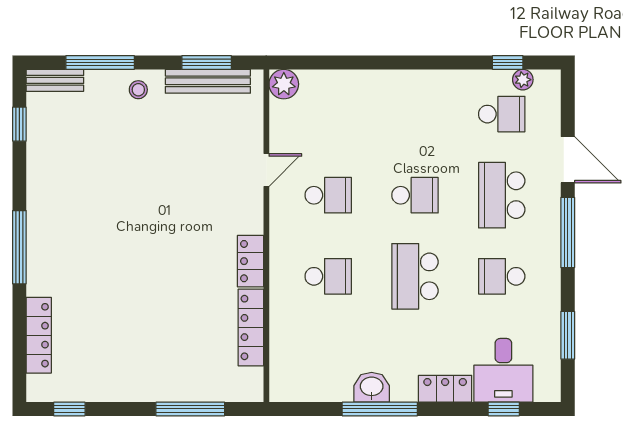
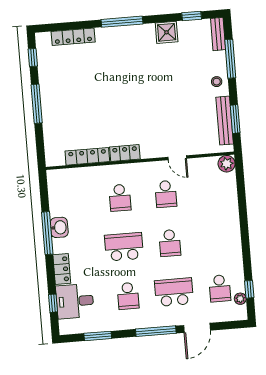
shower: (45, 171) -> (167, 32), added
school desk: (502, 276) -> (128, 296), turned 180
window: (190, 409) -> (37, 104), moved

